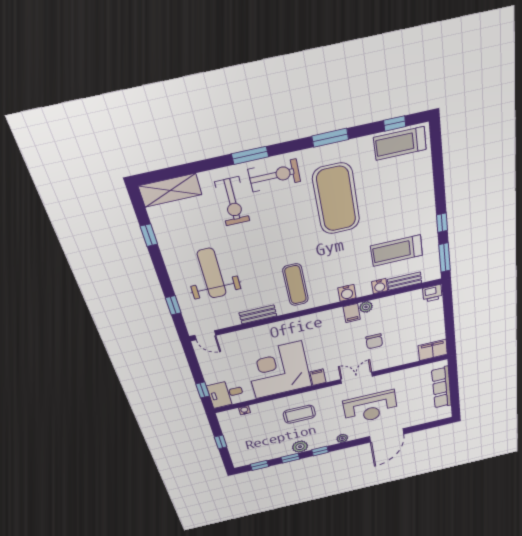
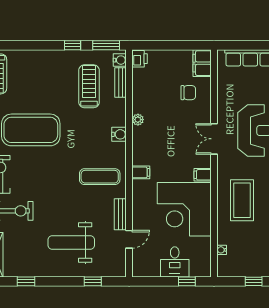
treadmill: (397, 251) -> (89, 86), turned 180
water cooler: (380, 286) -> (120, 60), moved
filing cabinet: (352, 313) -> (141, 172), moved
door: (205, 335) -> (129, 239), moved
chair: (374, 341) -> (188, 93), moved
desk: (226, 394) -> (175, 262), moved
coffee table: (299, 414) -> (242, 200), width x1.36, depth x1.32

